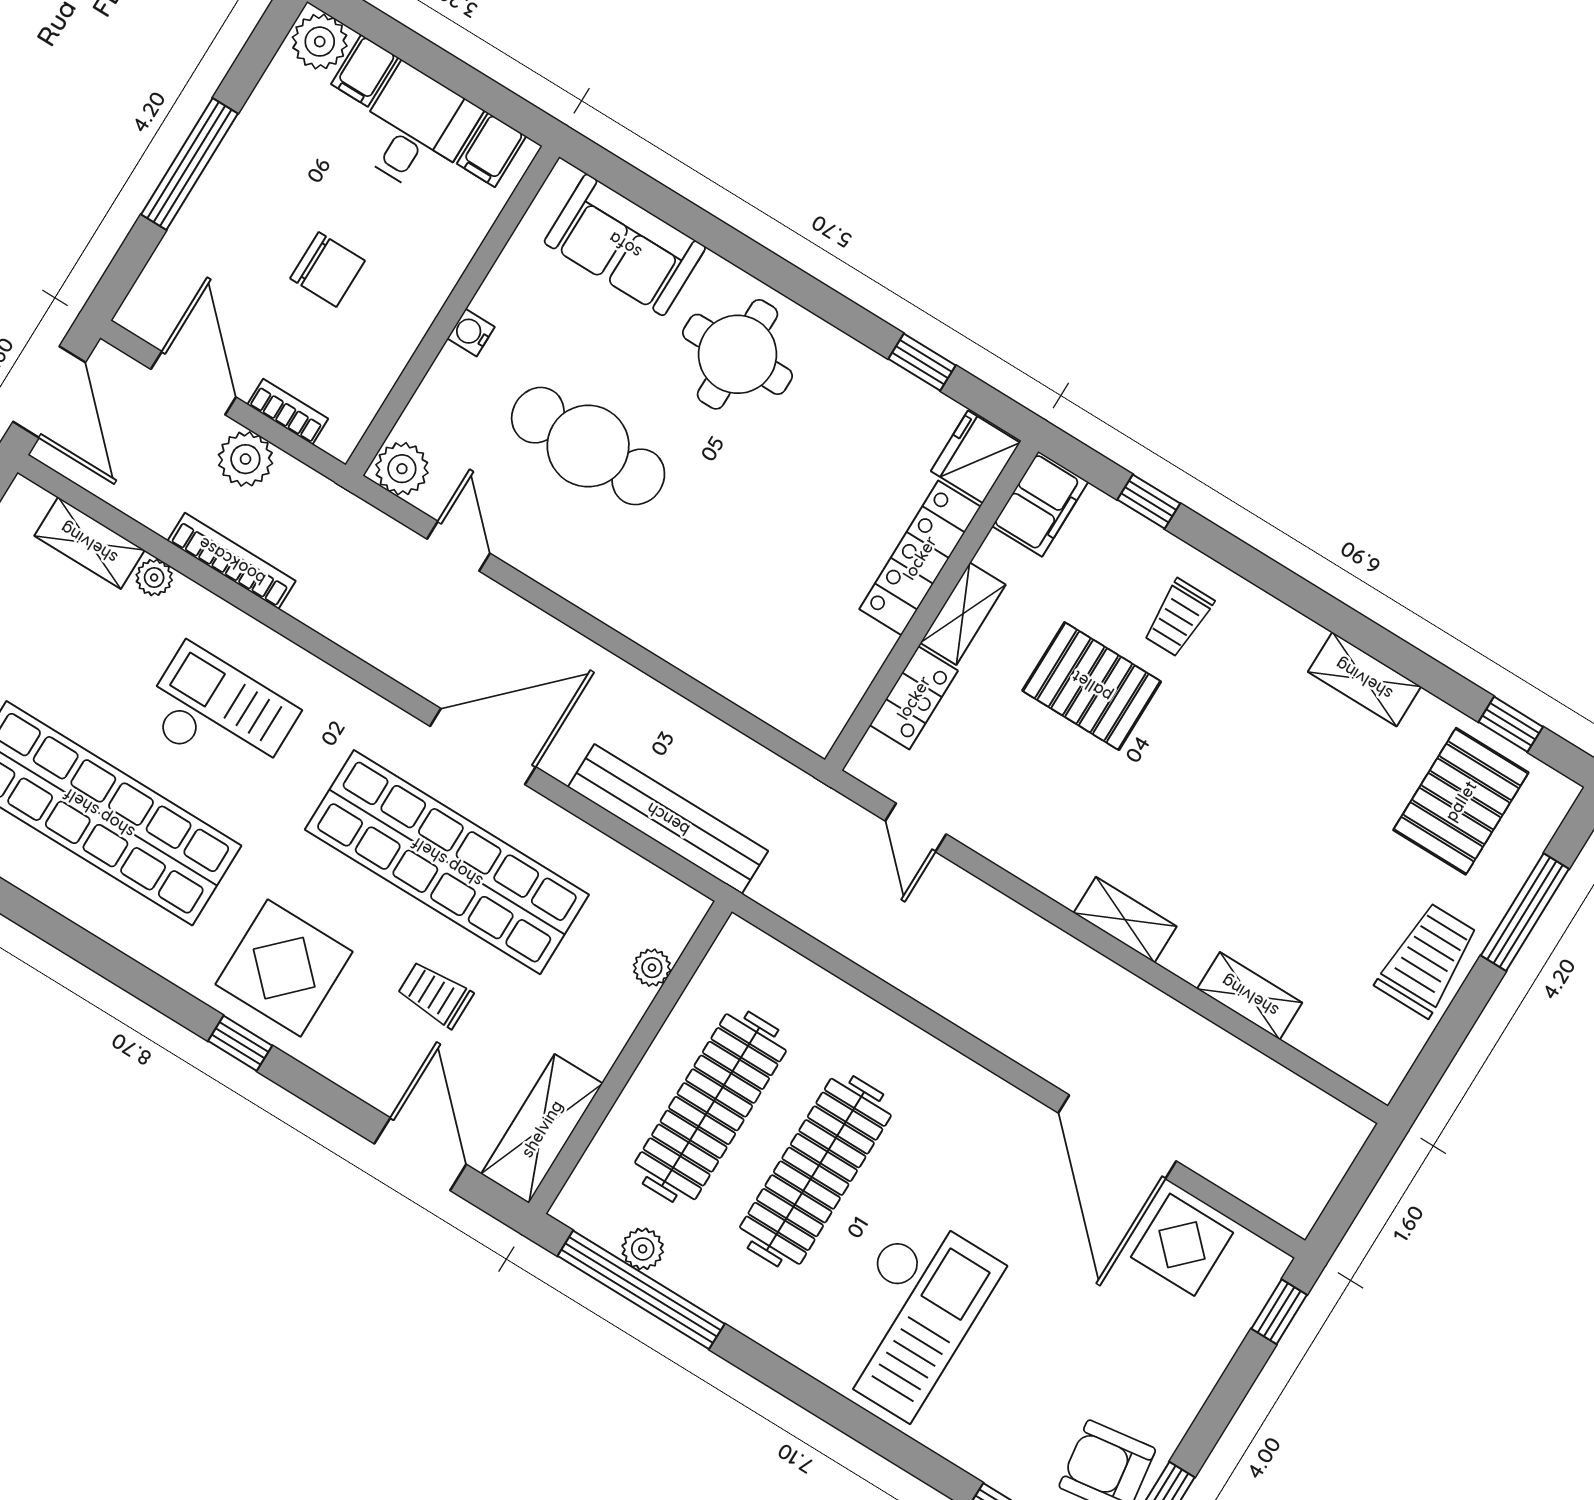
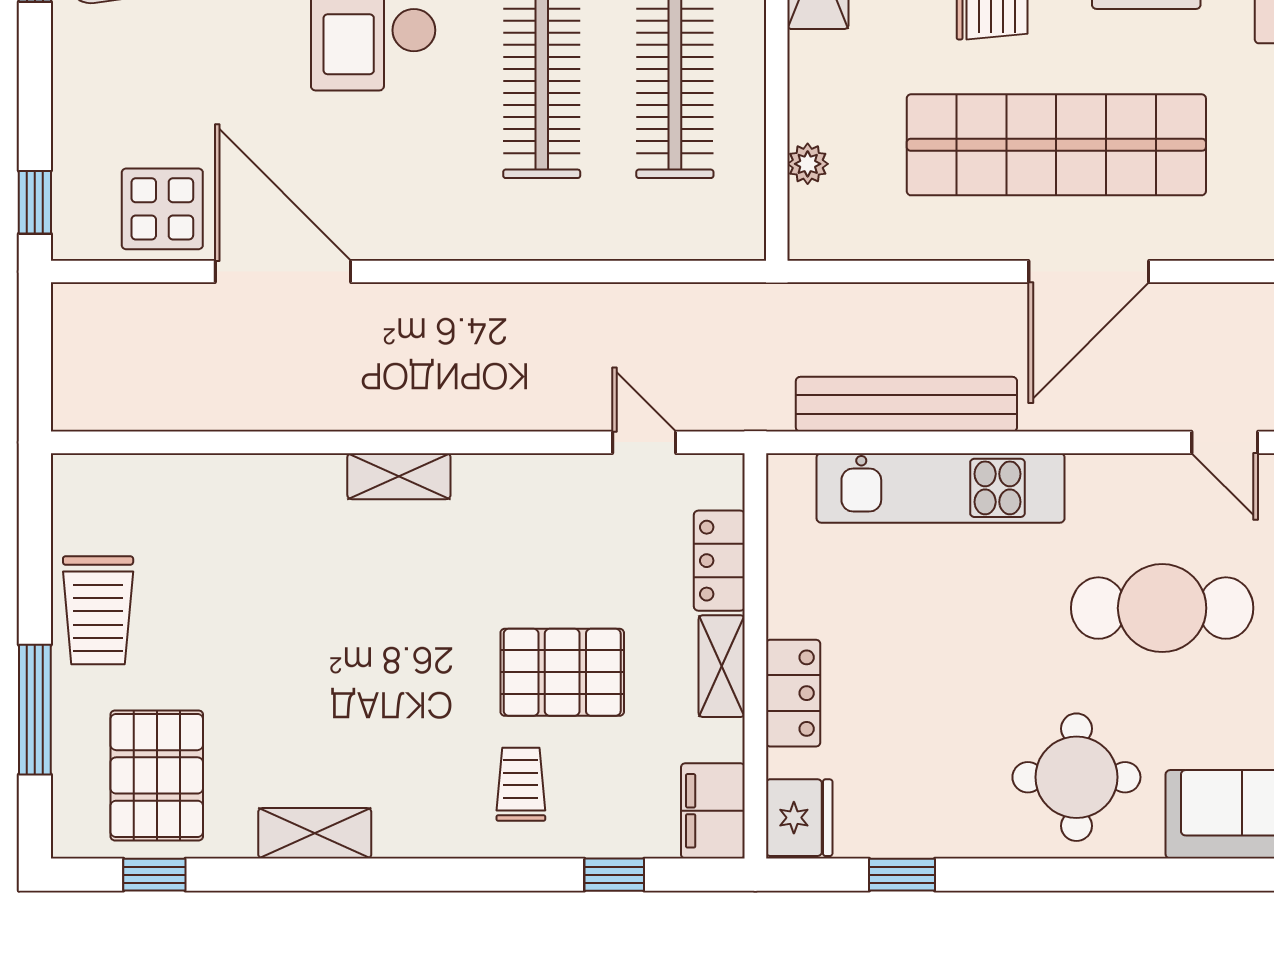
locker: (920, 558) -> (793, 693), width x0.66
kitchen unit: (704, 648) -> (941, 488), added
bench: (668, 819) -> (906, 404), moved
shelving: (1250, 996) -> (241, 477), removed

